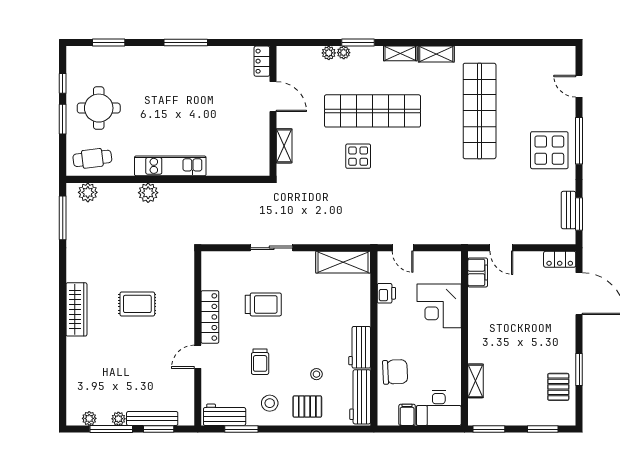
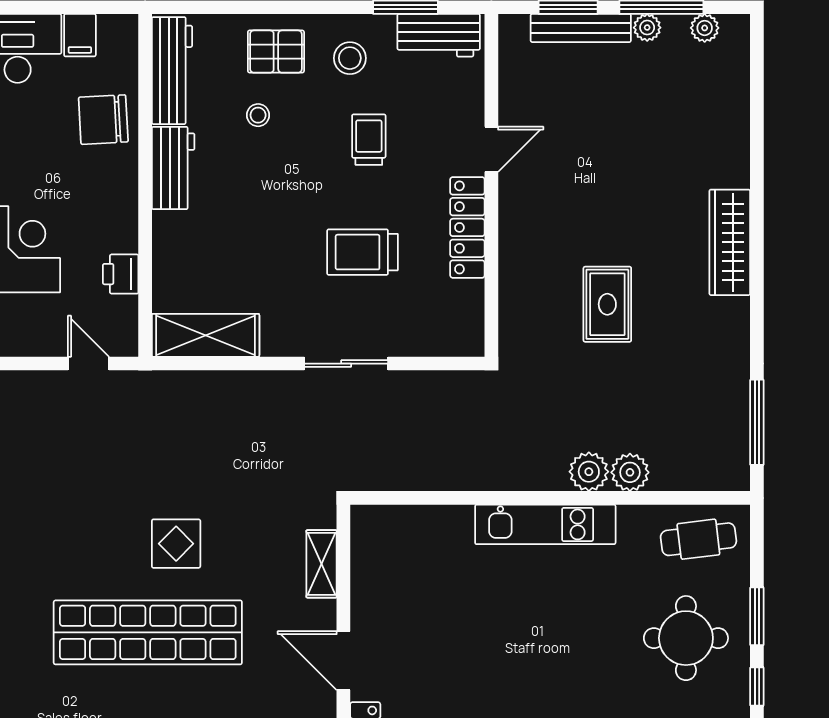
plant: (88, 192) -> (630, 472), moved
rug: (137, 304) -> (607, 304), moved, turned 90

